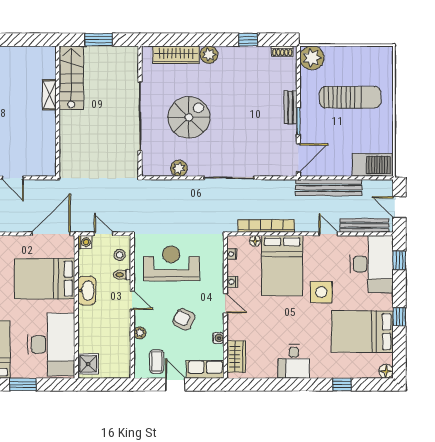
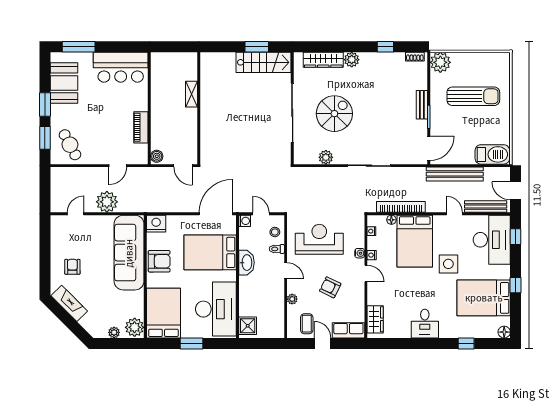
stairs: (71, 78) -> (264, 62), moved, turned 90
shelving: (49, 95) -> (192, 94), moved
wall: (58, 111) -> (199, 108), moved
water cooler: (218, 338) -> (360, 253), moved

